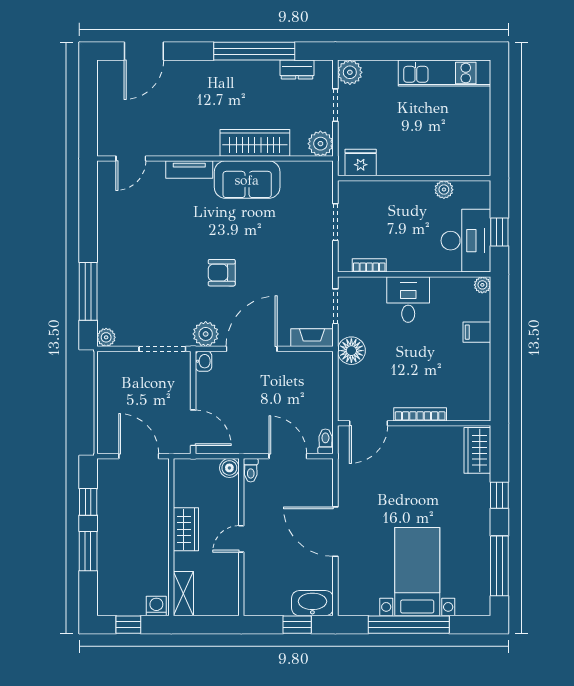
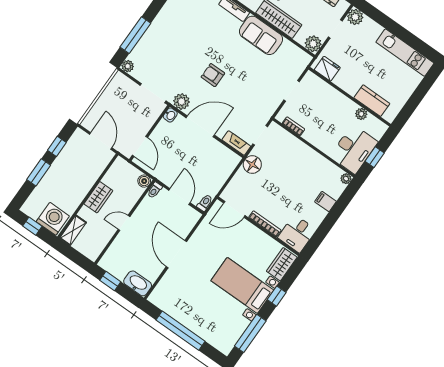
kitchen counter: (446, 163) -> (372, 101), added
desk: (408, 300) -> (297, 234), moved, turned 180
bed with nightstands: (417, 572) -> (242, 285), moved, turned -90
washing machine: (156, 606) -> (53, 219), width x1.89, depth x1.89
window: (297, 625) -> (110, 281), moved

